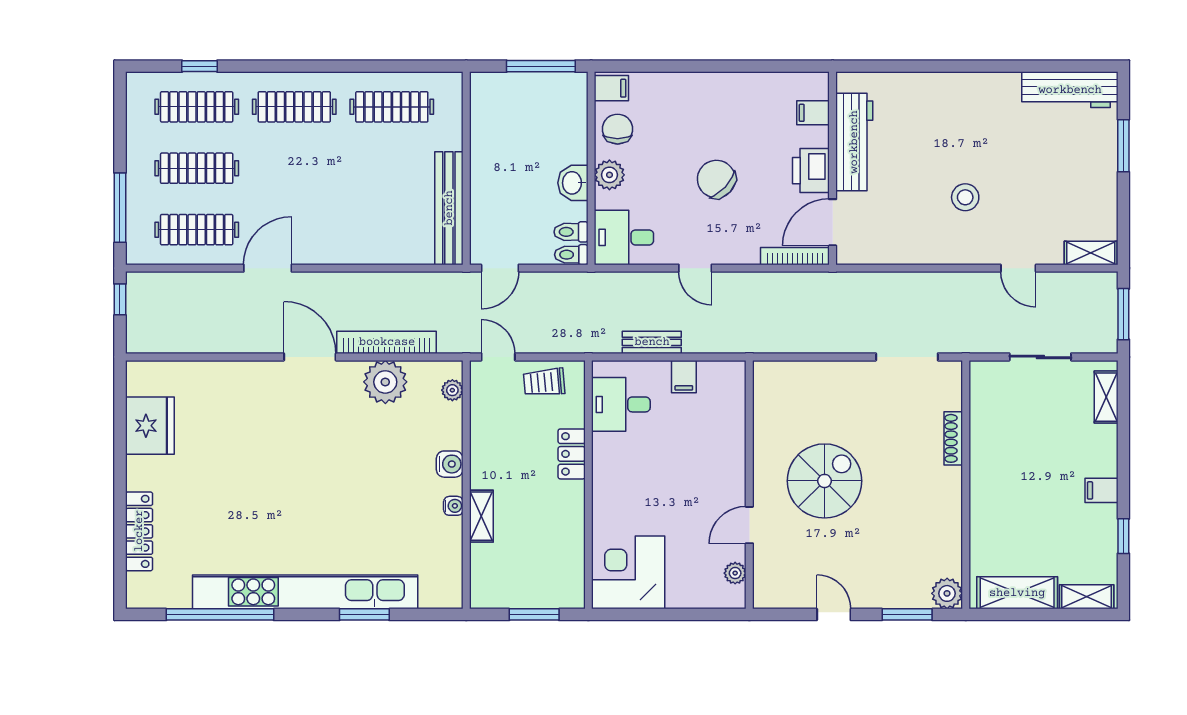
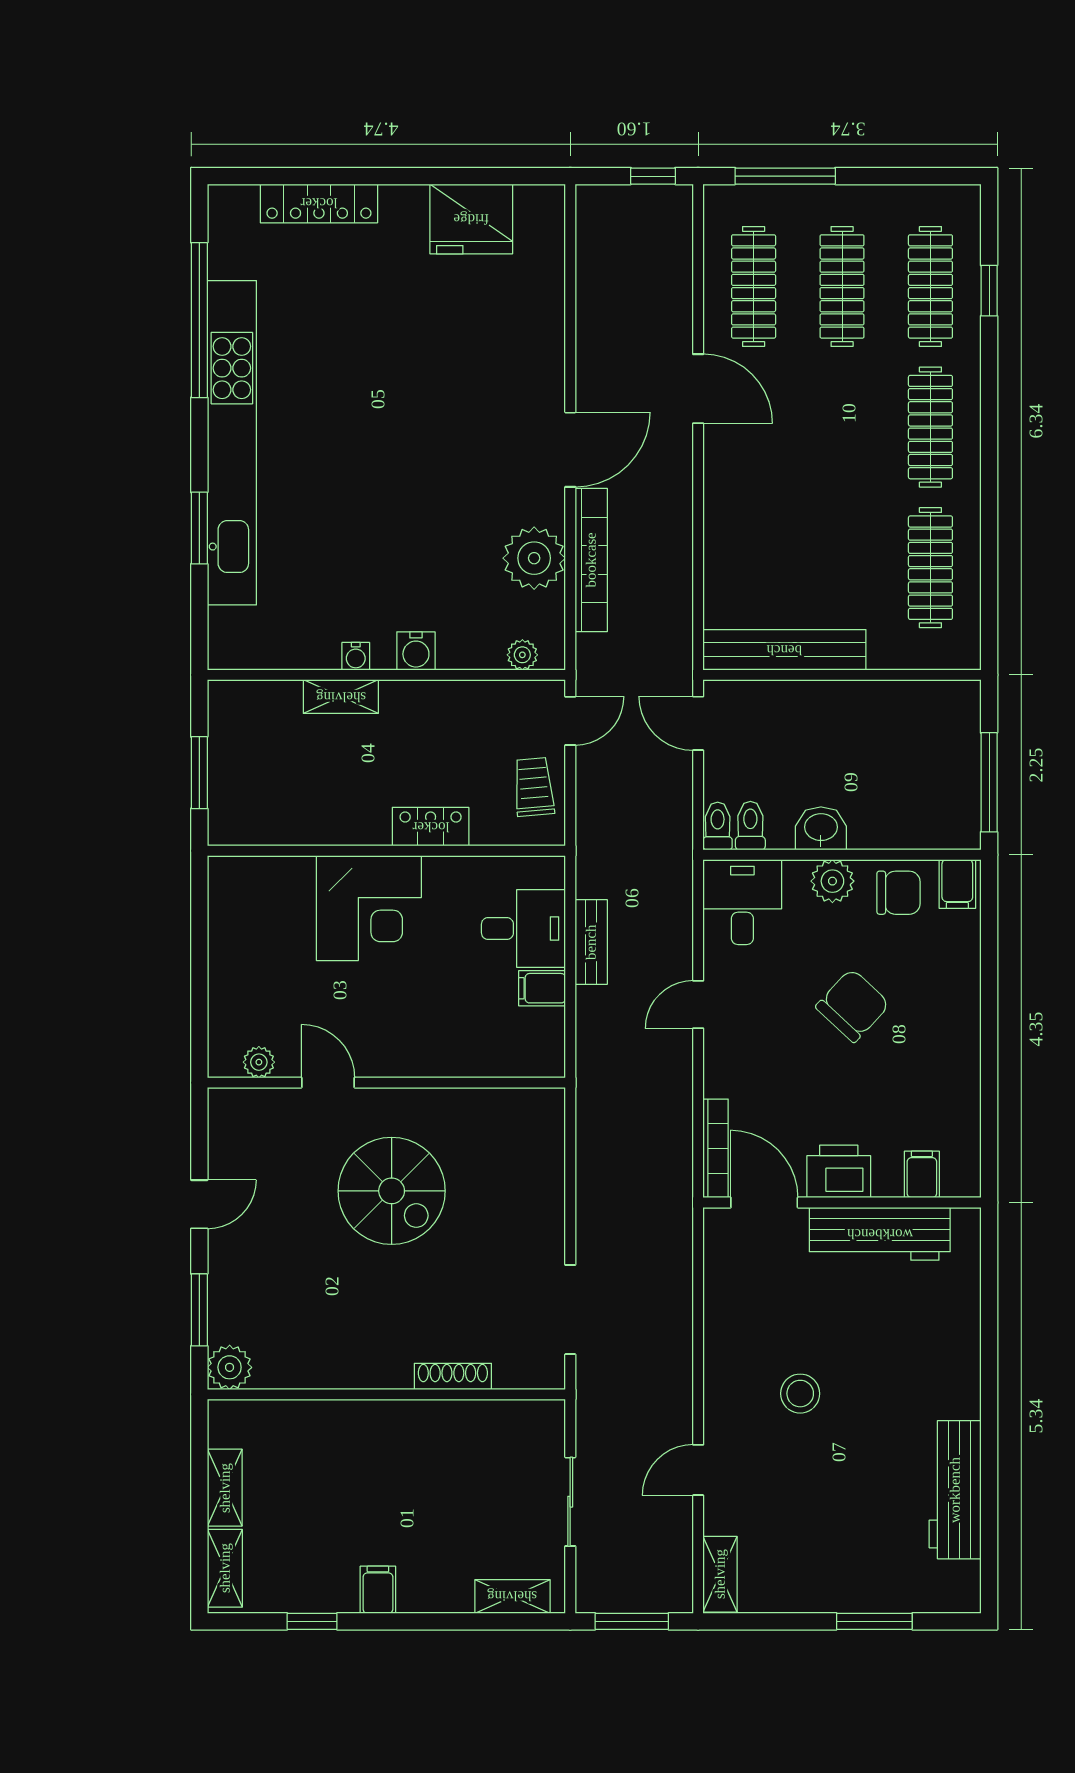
workbench: (1070, 90) -> (955, 1490), moved
chair: (716, 179) -> (853, 1006), moved
desk: (621, 404) -> (523, 929), moved, turned 90
corner desk: (628, 572) -> (369, 908), moved, turned 90
shelving: (1017, 593) -> (225, 1488), width x0.67, depth x0.75

